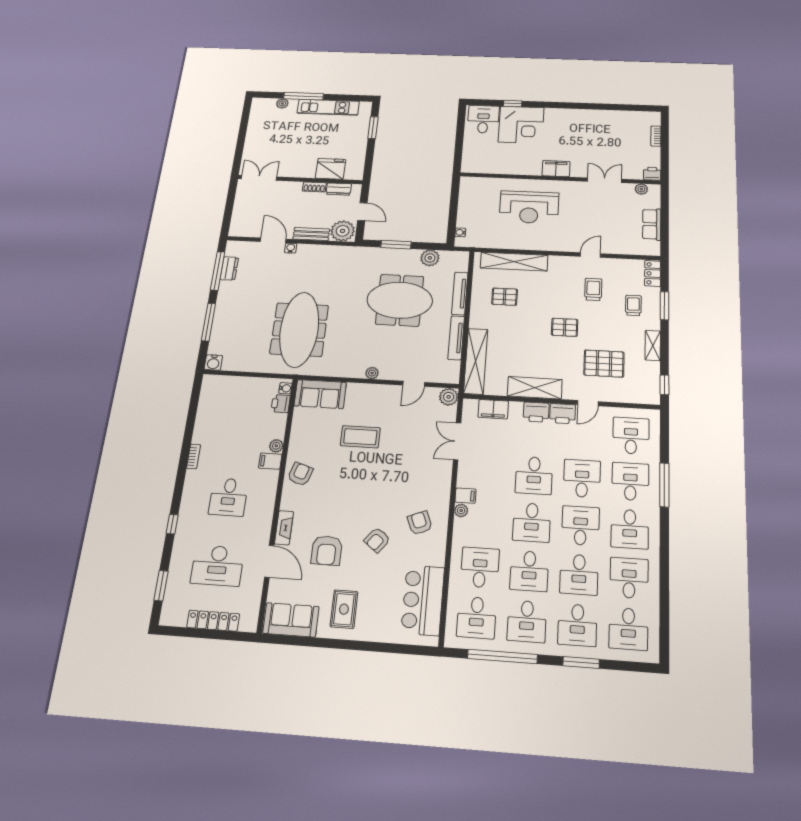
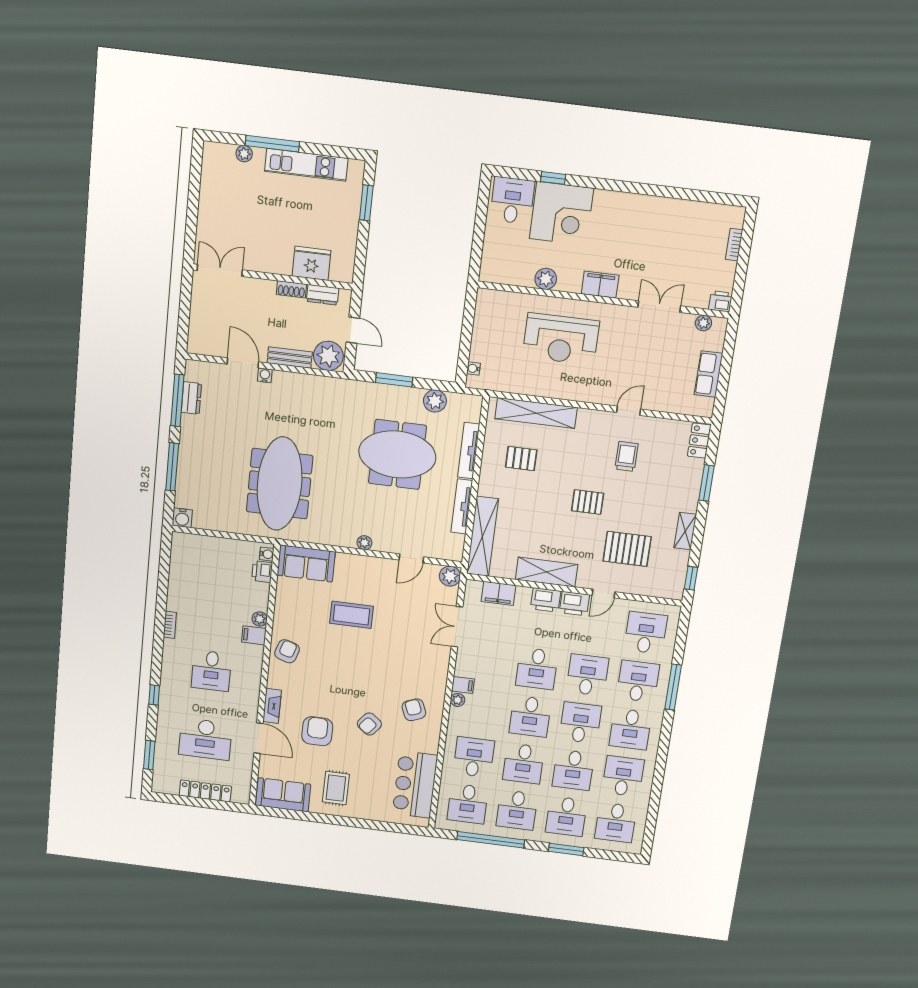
plant: (513, 167) -> (546, 279), added
trolley: (633, 305) -> (671, 480), removed
armchair: (327, 550) -> (317, 731), turned 180

